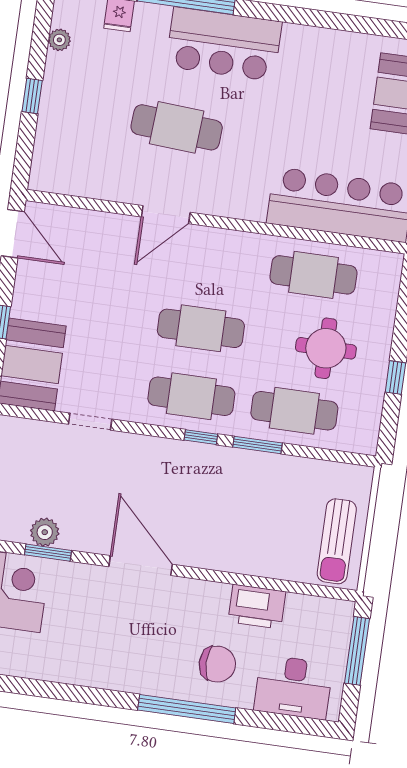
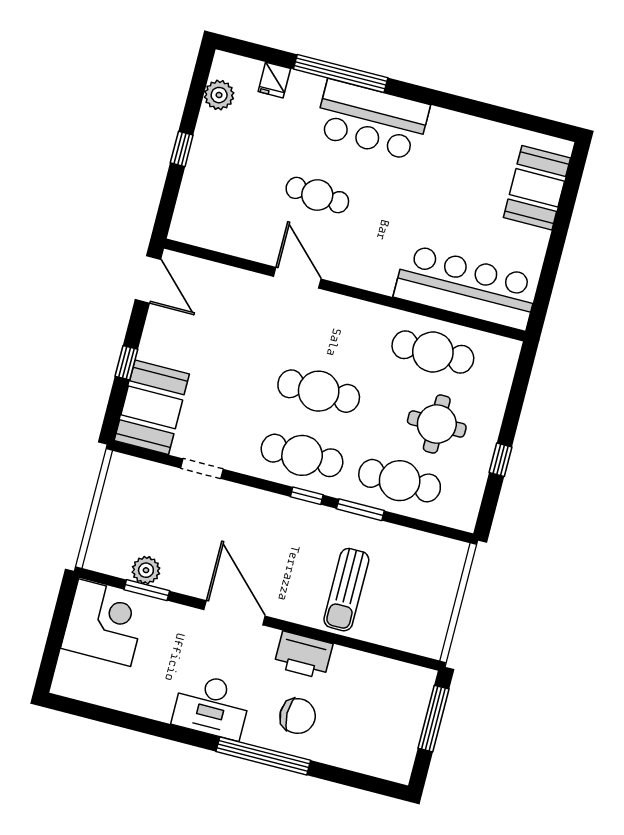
plant: (59, 40) -> (219, 95), width x1.38, depth x1.38
cafe table: (177, 127) -> (317, 195), width x0.73, depth x0.74
door: (166, 215) -> (297, 278), swing flipped
sun lounger: (337, 541) -> (346, 590), moved
printer: (257, 607) -> (303, 655), moved
desk: (293, 687) -> (212, 706), moved

